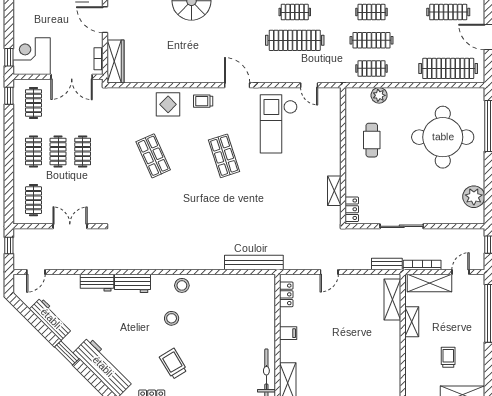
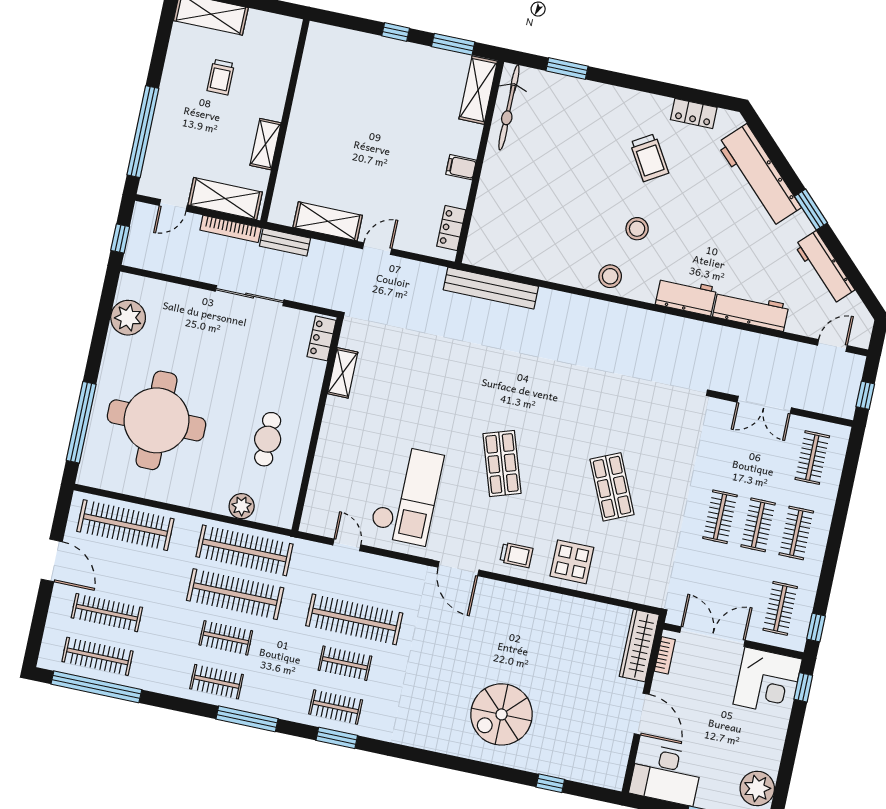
clothes rail: (371, 40) -> (235, 594), width x1.37, depth x1.31
clothes rail: (371, 68) -> (244, 550), width x1.86, depth x1.31
workbench: (97, 283) -> (751, 311), width x1.38
shelving: (392, 300) -> (328, 221), moved, turned 90

